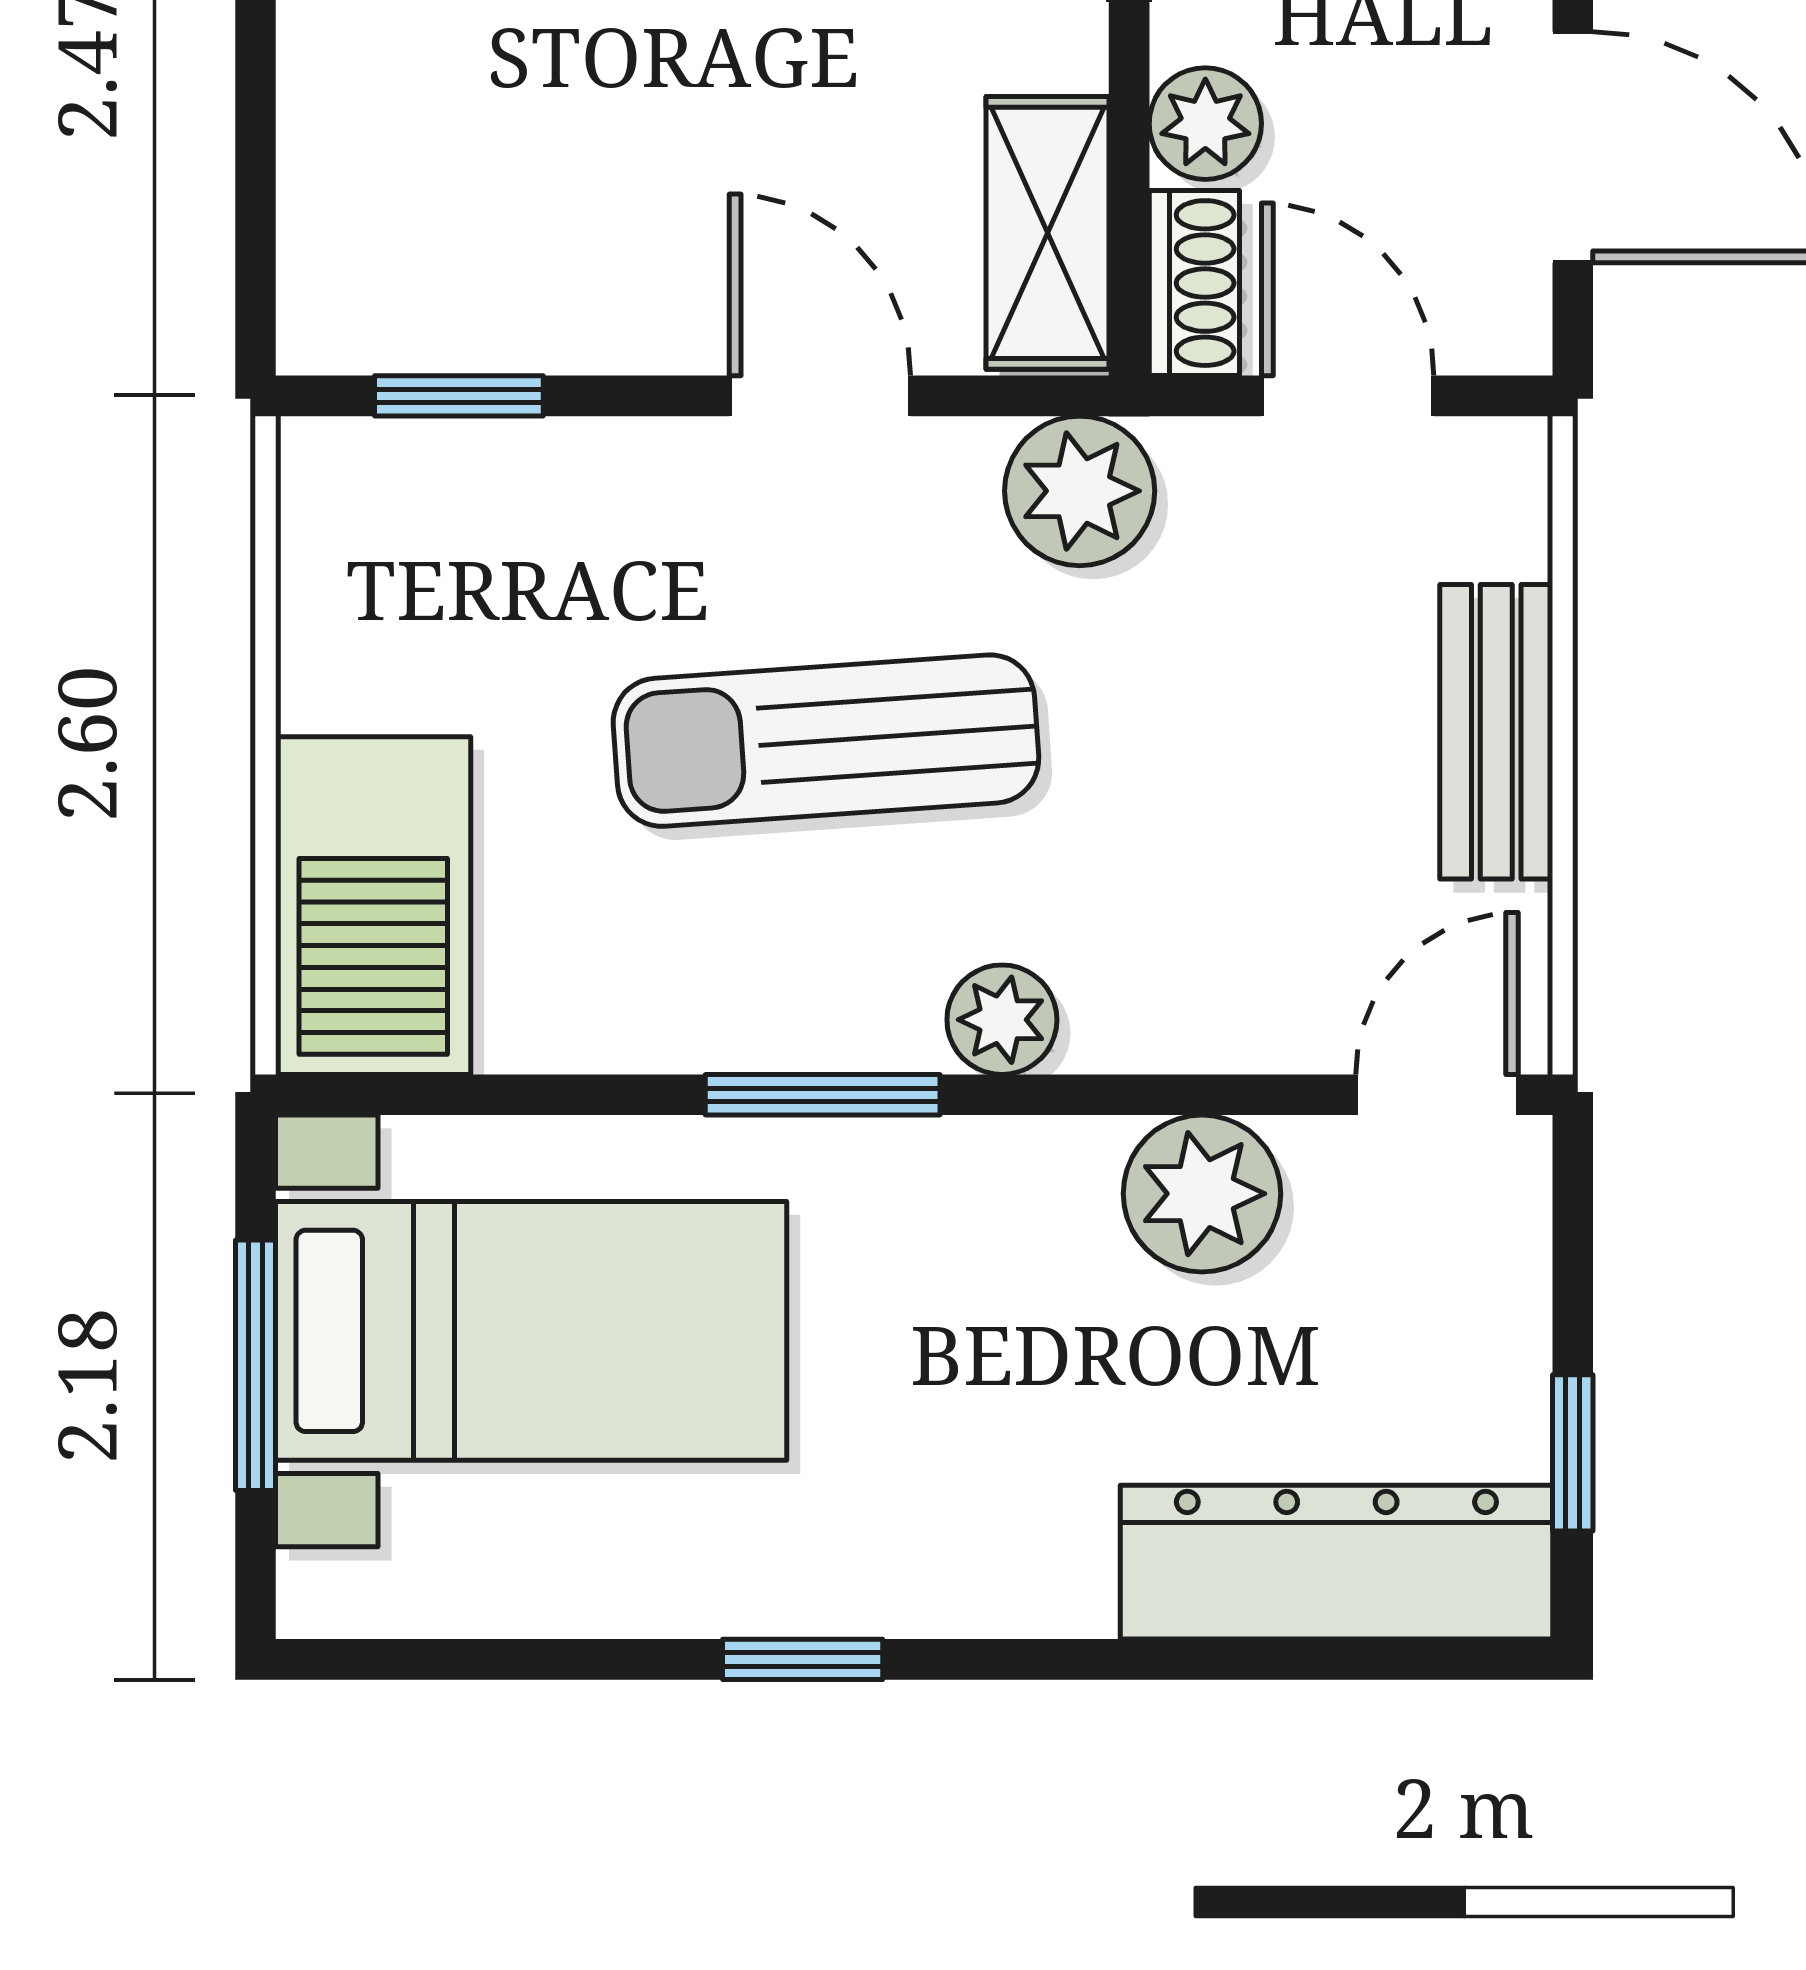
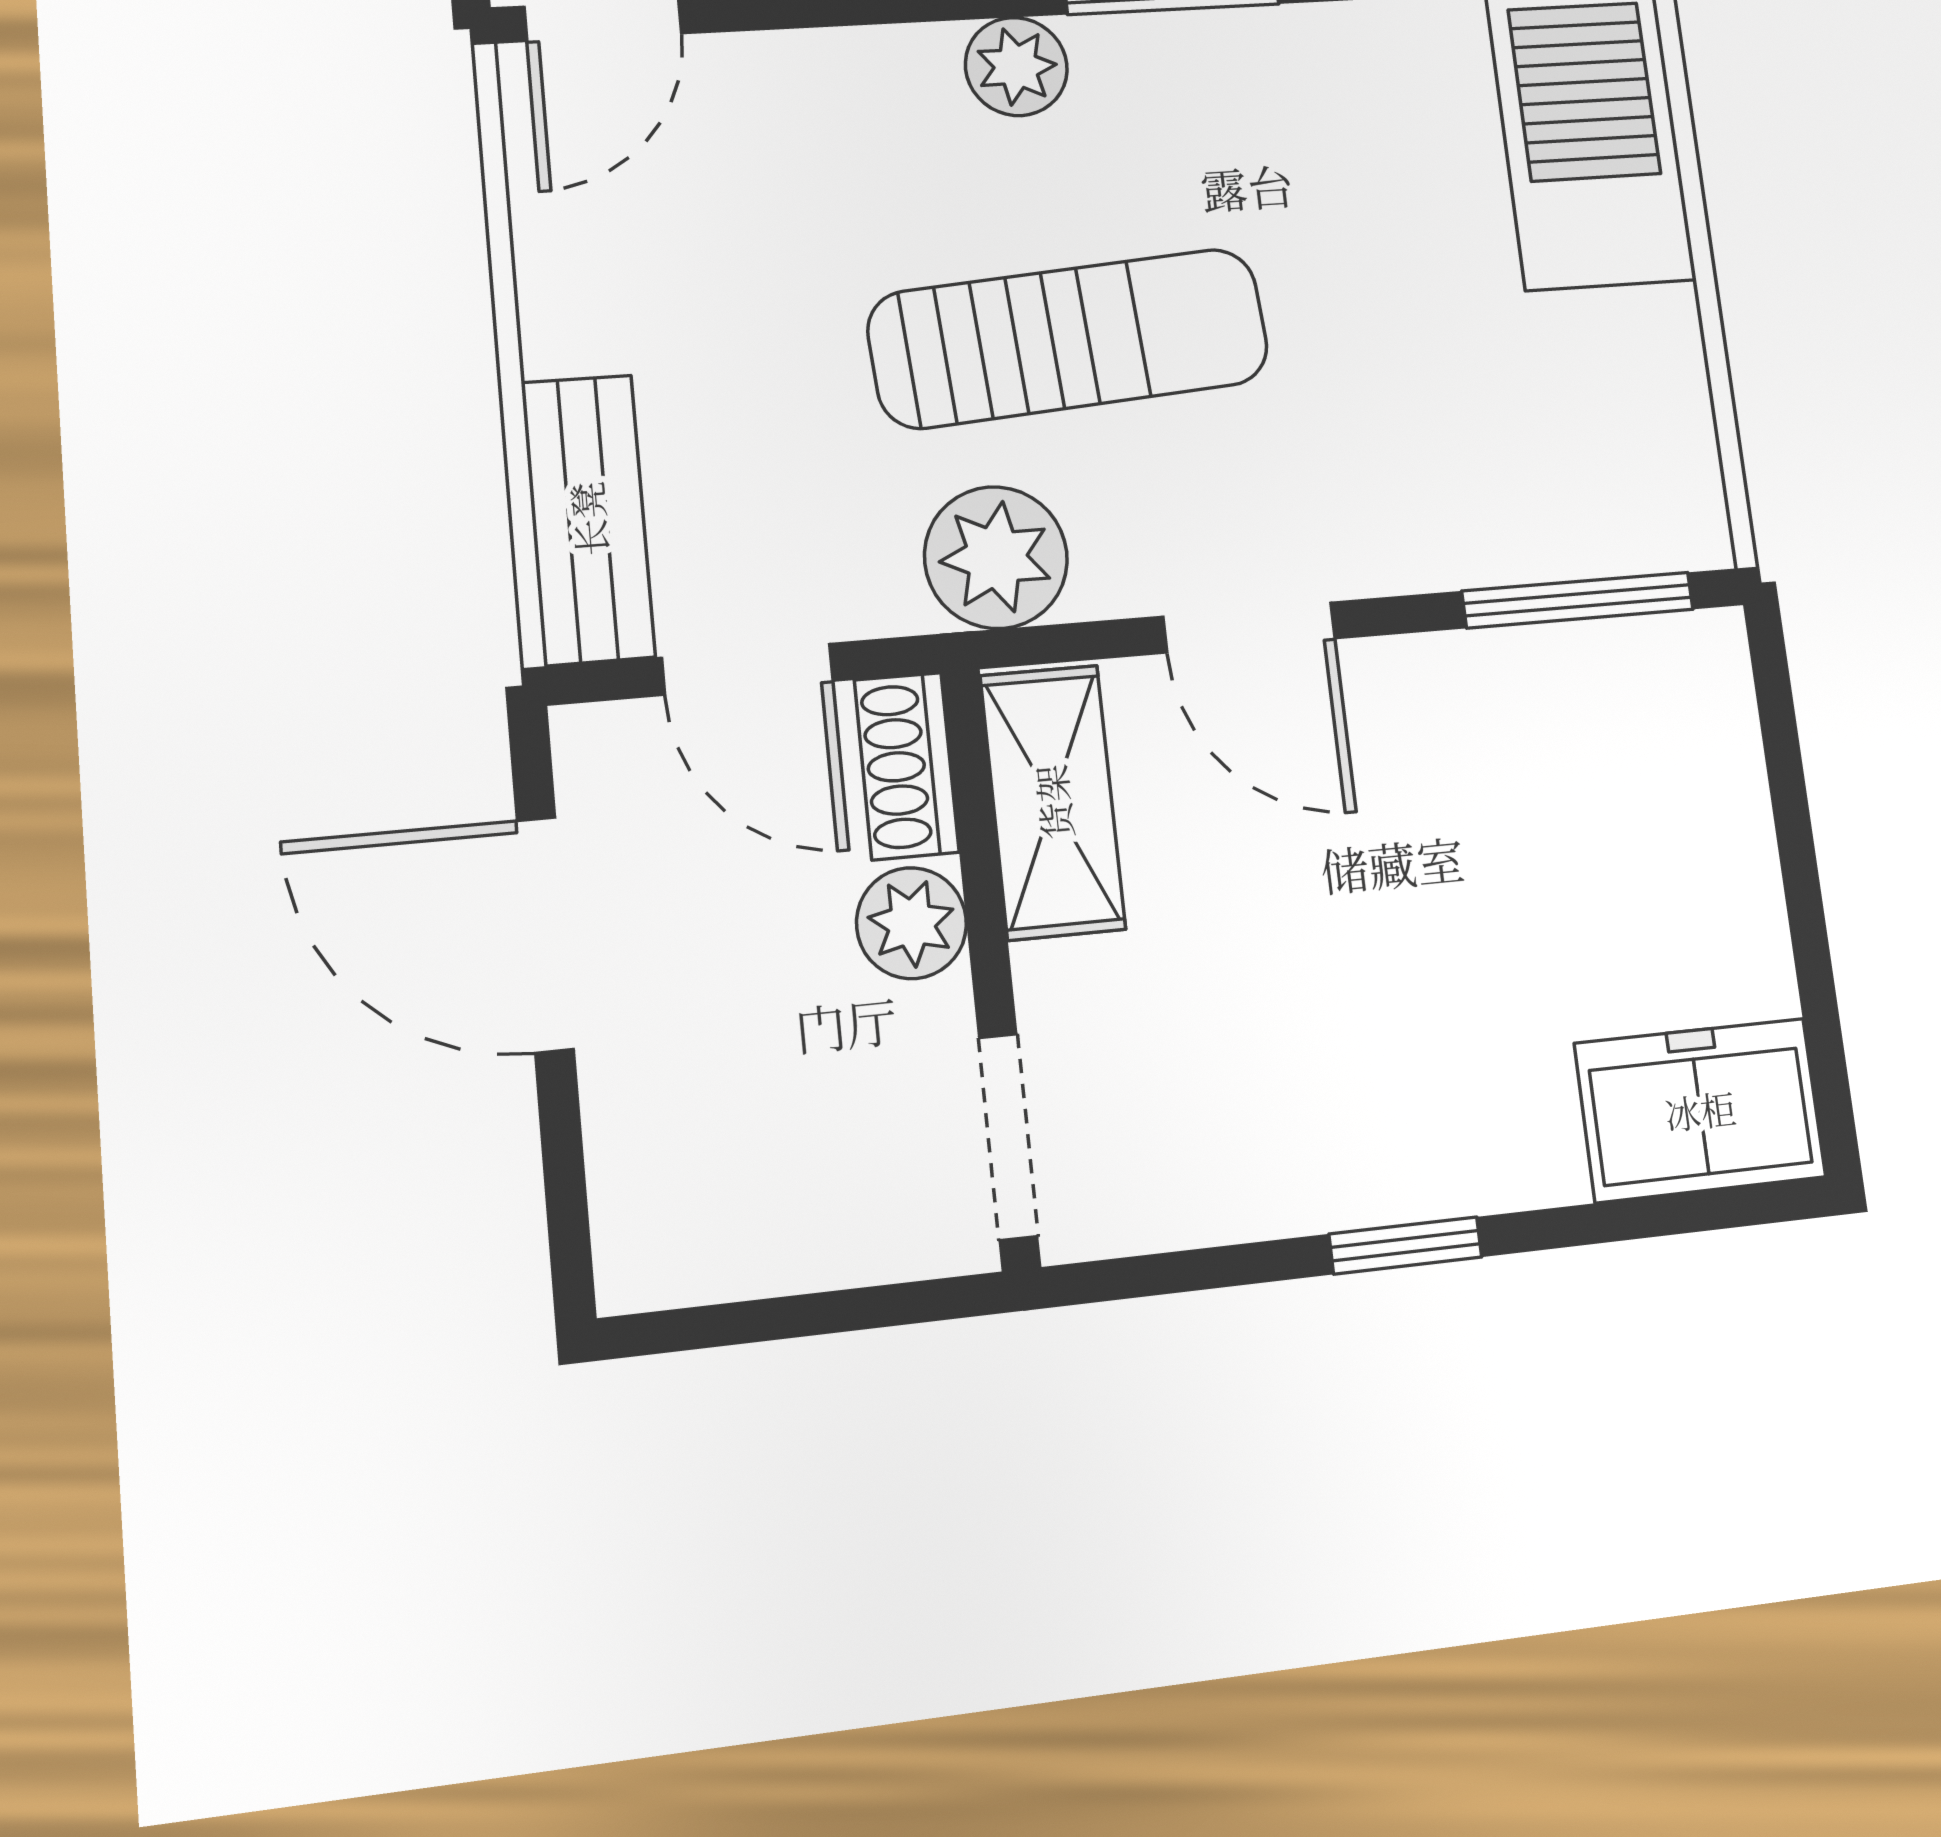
window: (459, 396) -> (1578, 600), width x1.50
bench: (1496, 732) -> (588, 519), moved
sun lounger: (826, 741) -> (1069, 338), moved

